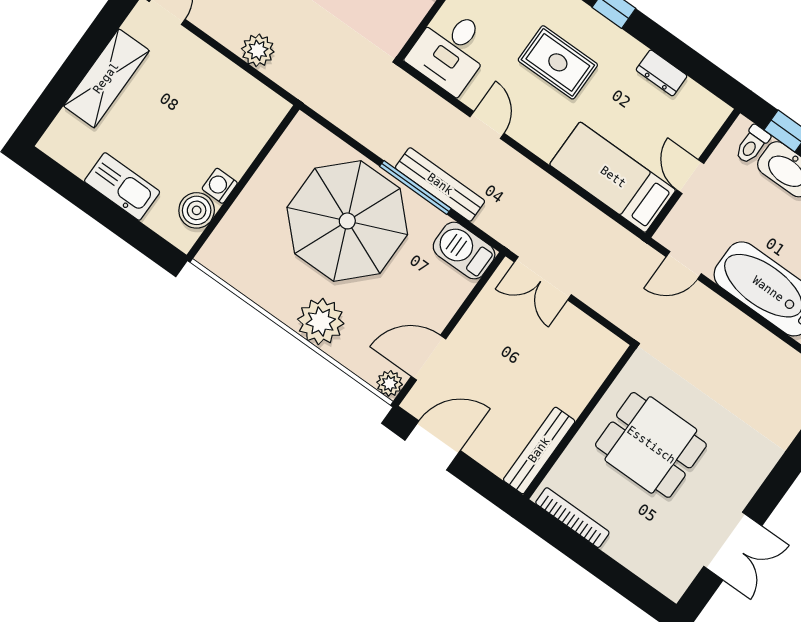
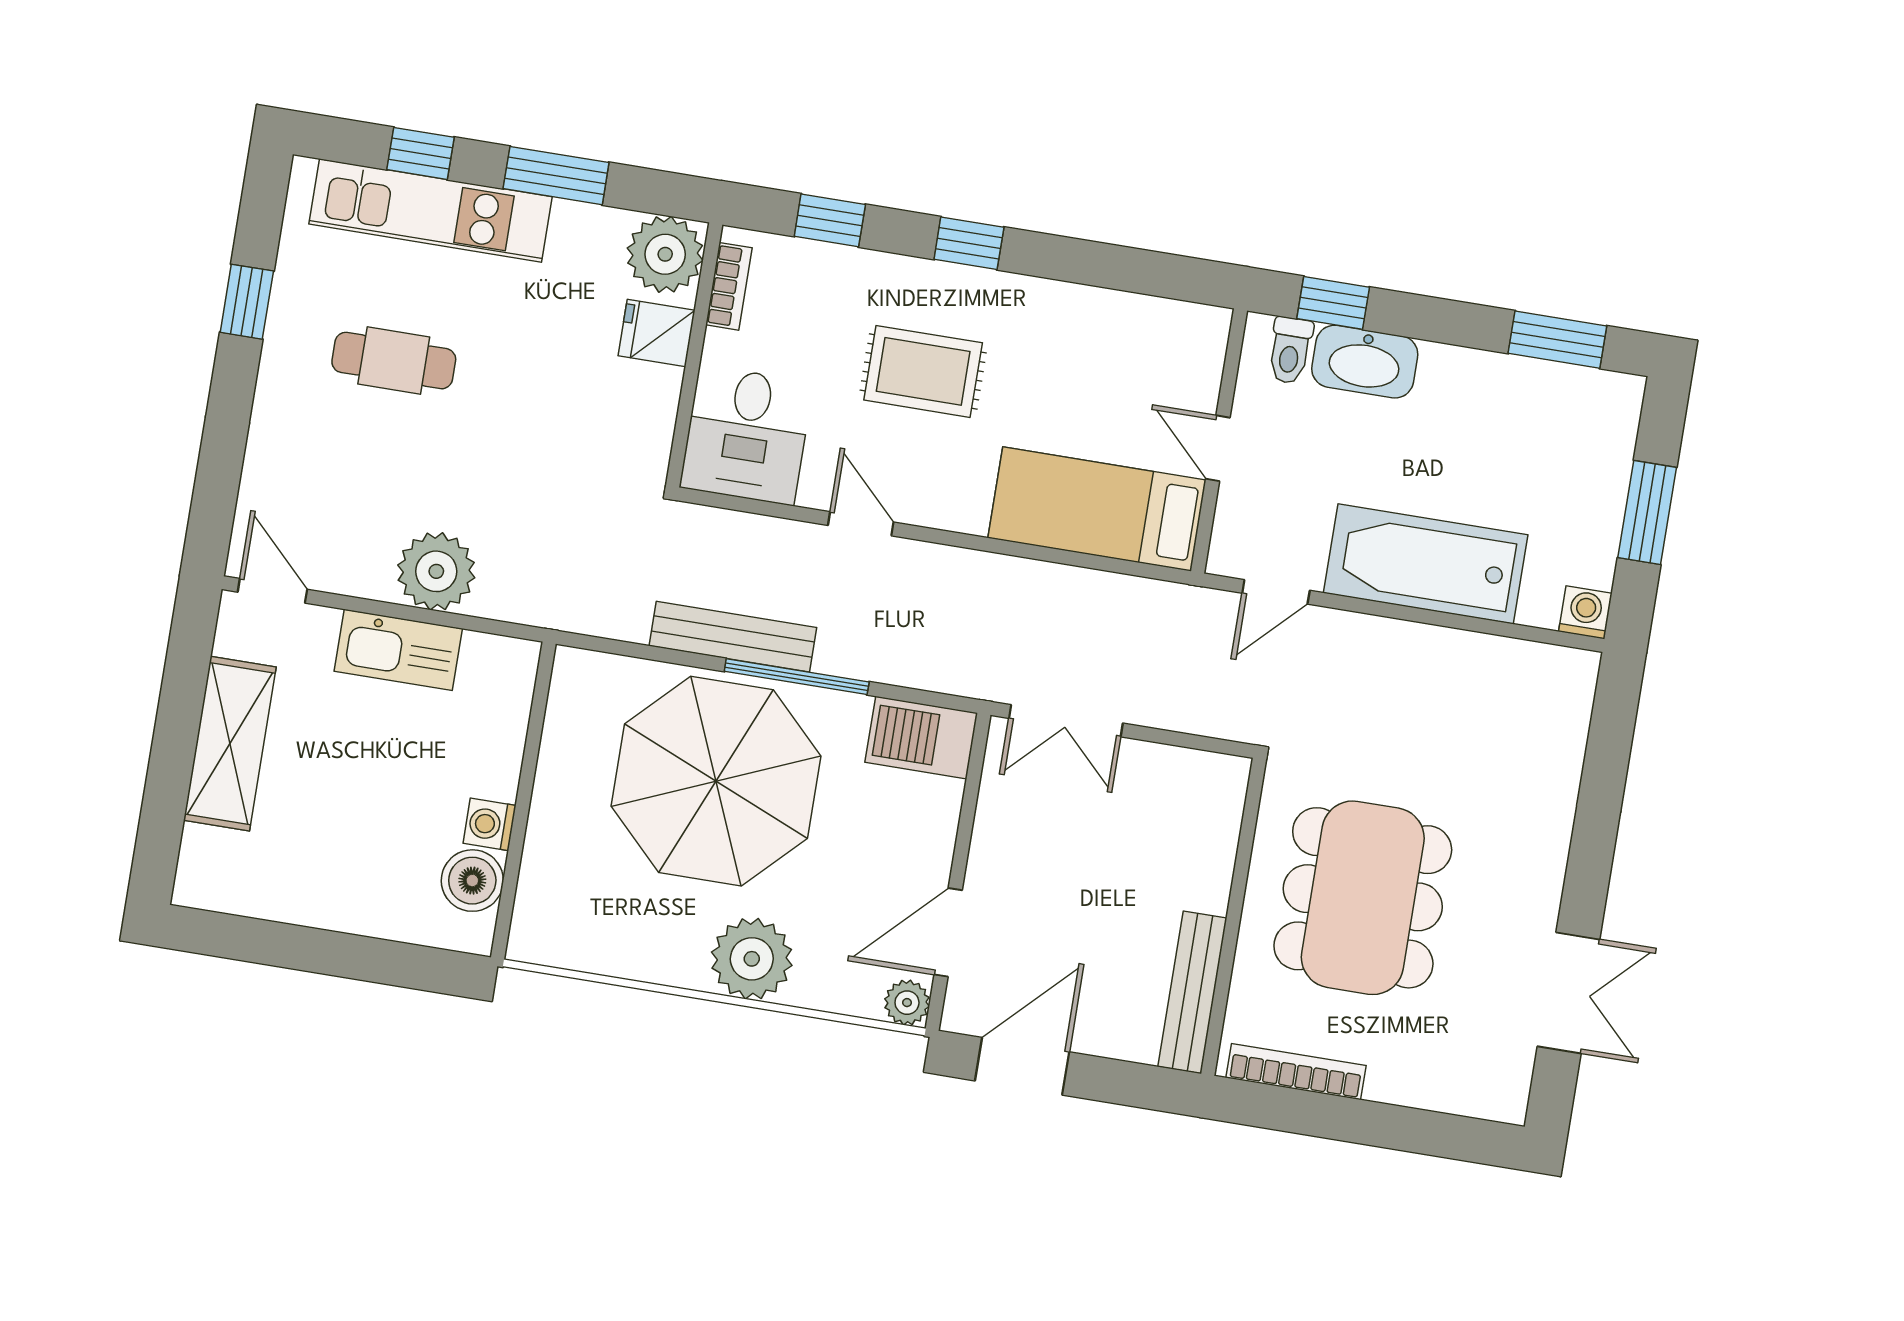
plant: (258, 50) -> (436, 571), width x1.36, depth x1.36
dresser: (662, 73) -> (1093, 308), removed
bench: (440, 184) -> (733, 637), moved
kitchen sink: (122, 186) -> (398, 650), moved, turned 180
dining table: (651, 445) -> (1363, 898), width x1.38

